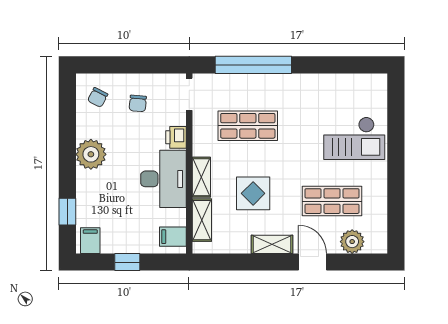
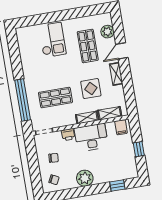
shop shelf: (248, 126) -> (55, 97), turned 90
filing cabinet: (90, 241) -> (131, 171), removed

